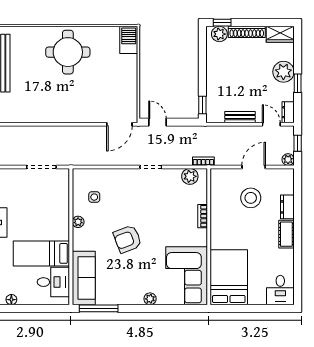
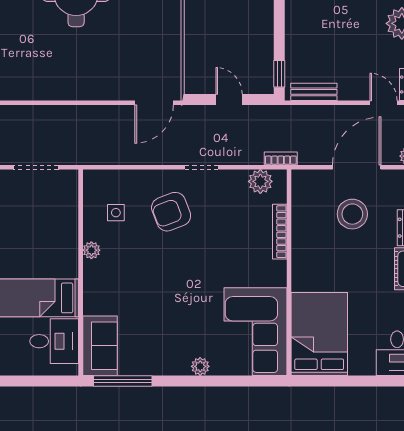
bench: (240, 117) -> (314, 92), moved
door: (157, 122) -> (229, 100), moved
door: (254, 167) -> (357, 167), width x1.36
bookcase: (203, 216) -> (280, 232), width x1.56
armchair: (127, 239) -> (171, 212), moved
sofa: (84, 278) -> (100, 346), width x0.73

